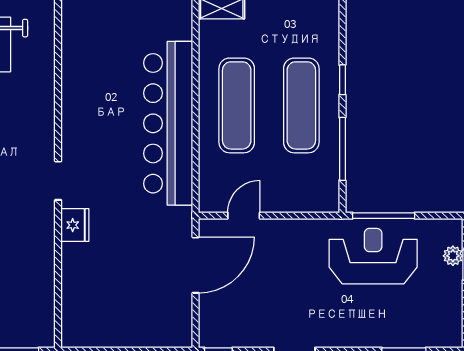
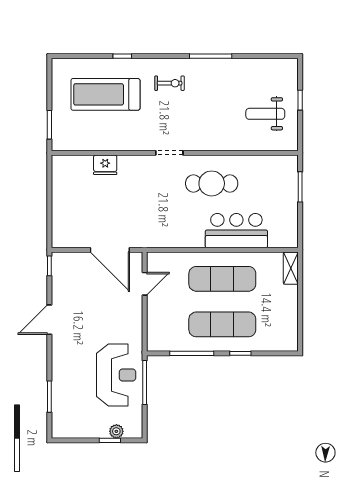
cafe table: (101, 121) -> (212, 183), added
bar counter: (168, 123) -> (236, 231), width x0.54
door: (244, 216) -> (145, 284), hinge flipped
fridge: (75, 225) -> (105, 165), moved

